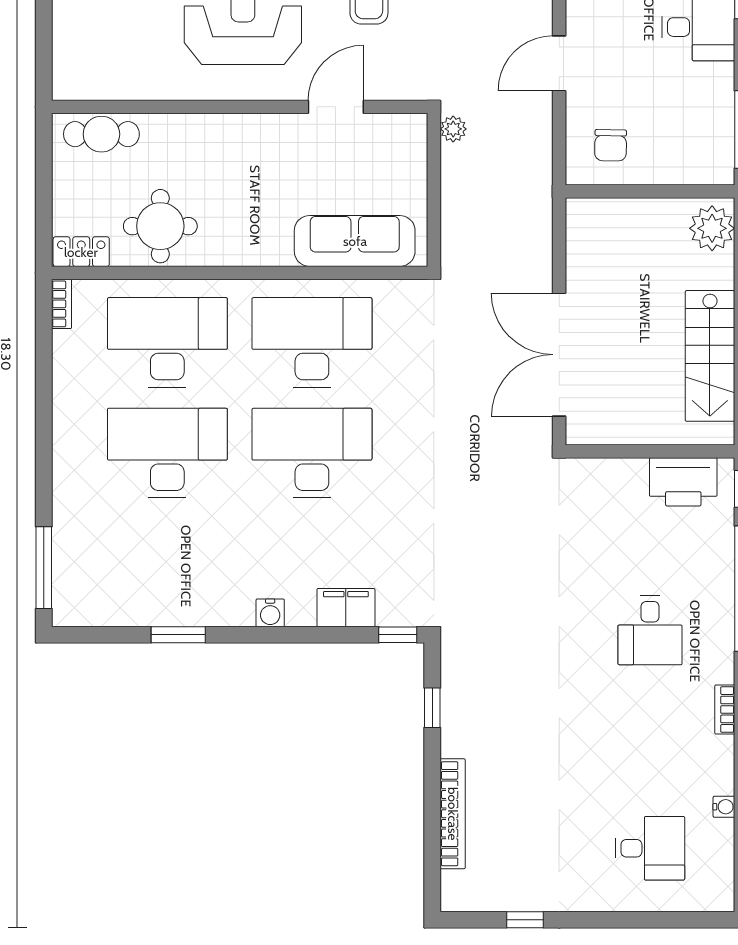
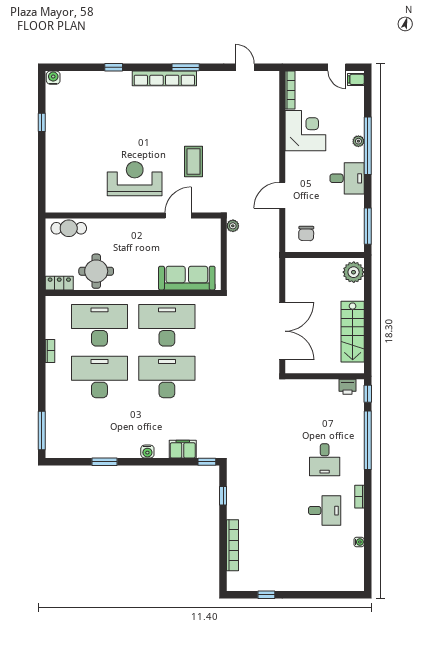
bookcase: (62, 304) -> (50, 351), moved
double door: (559, 355) -> (282, 331), swing flipped
printer: (683, 482) -> (347, 387), width x0.53, depth x0.68
desk: (650, 848) -> (325, 511), moved

